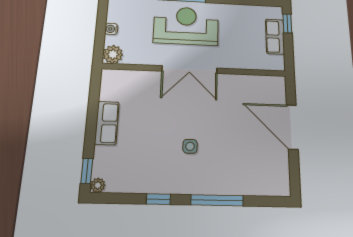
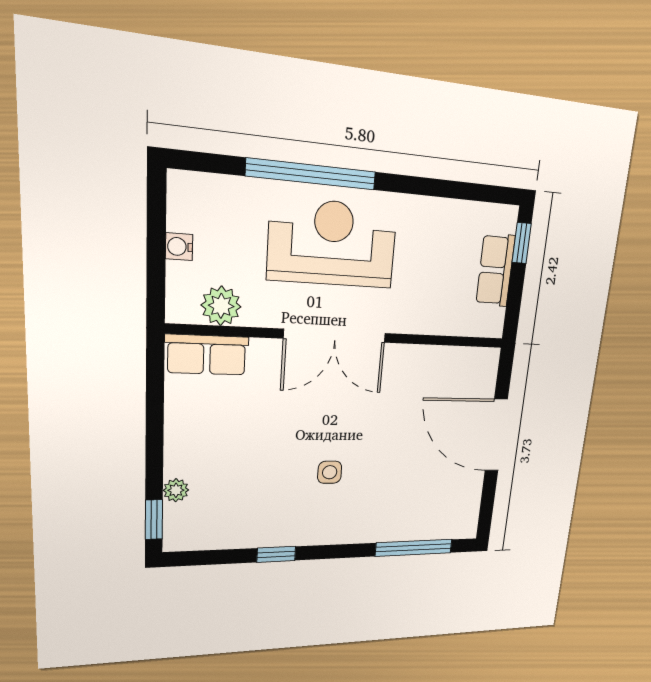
plant: (113, 54) -> (221, 306), moved
row of seats: (107, 123) -> (207, 355), moved, turned 90
plant: (98, 185) -> (176, 490), moved
window: (217, 200) -> (414, 548), moved

